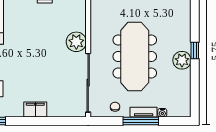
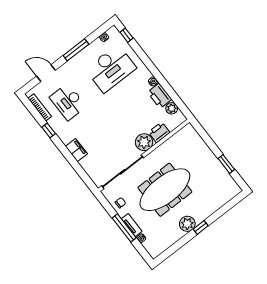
printer: (78, 21) -> (159, 132), added

